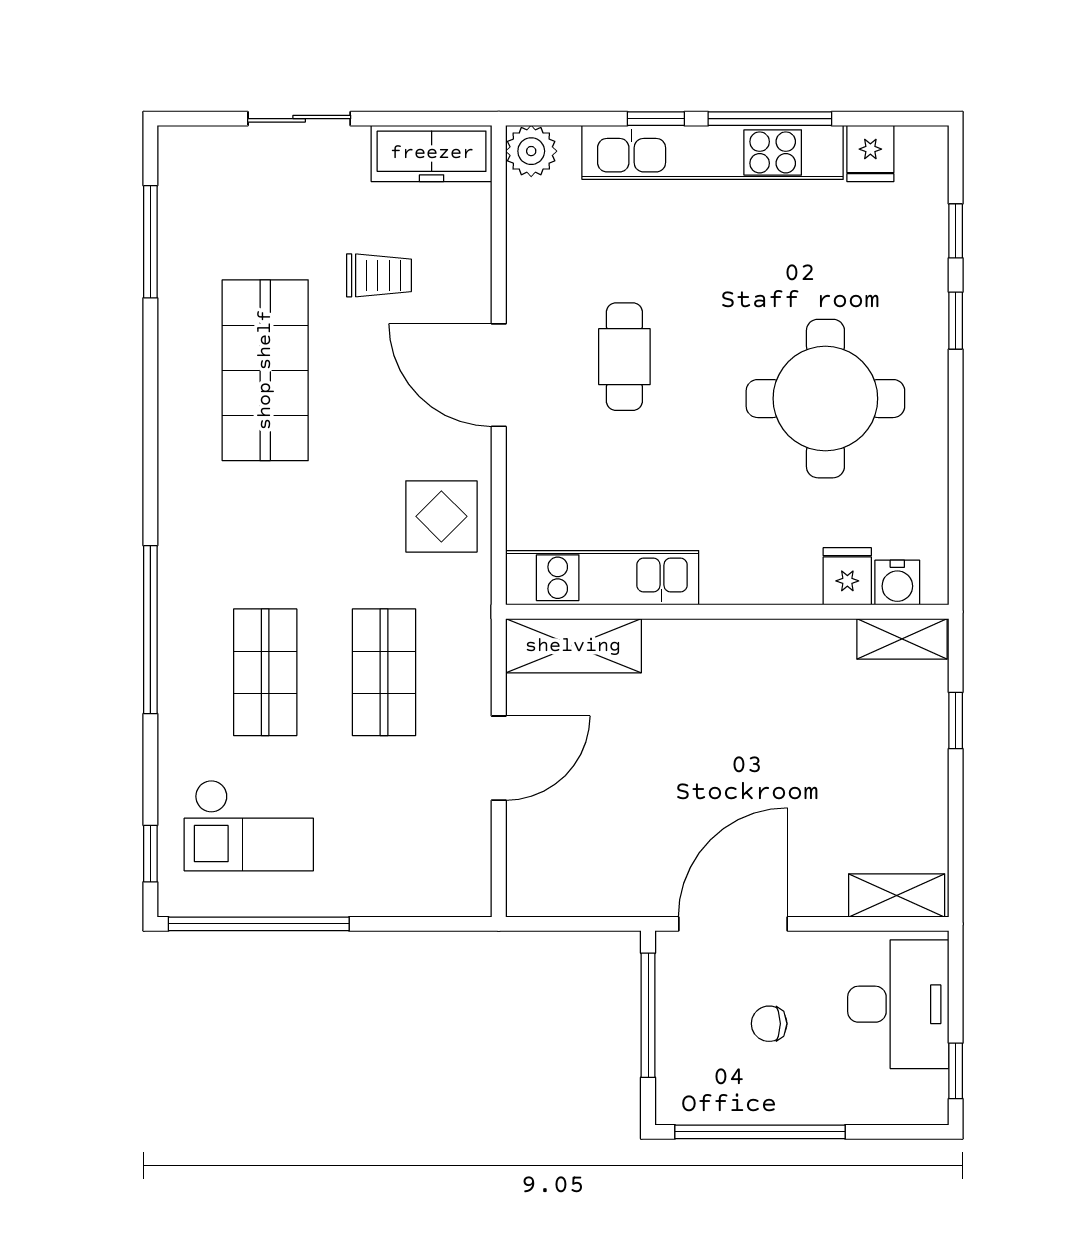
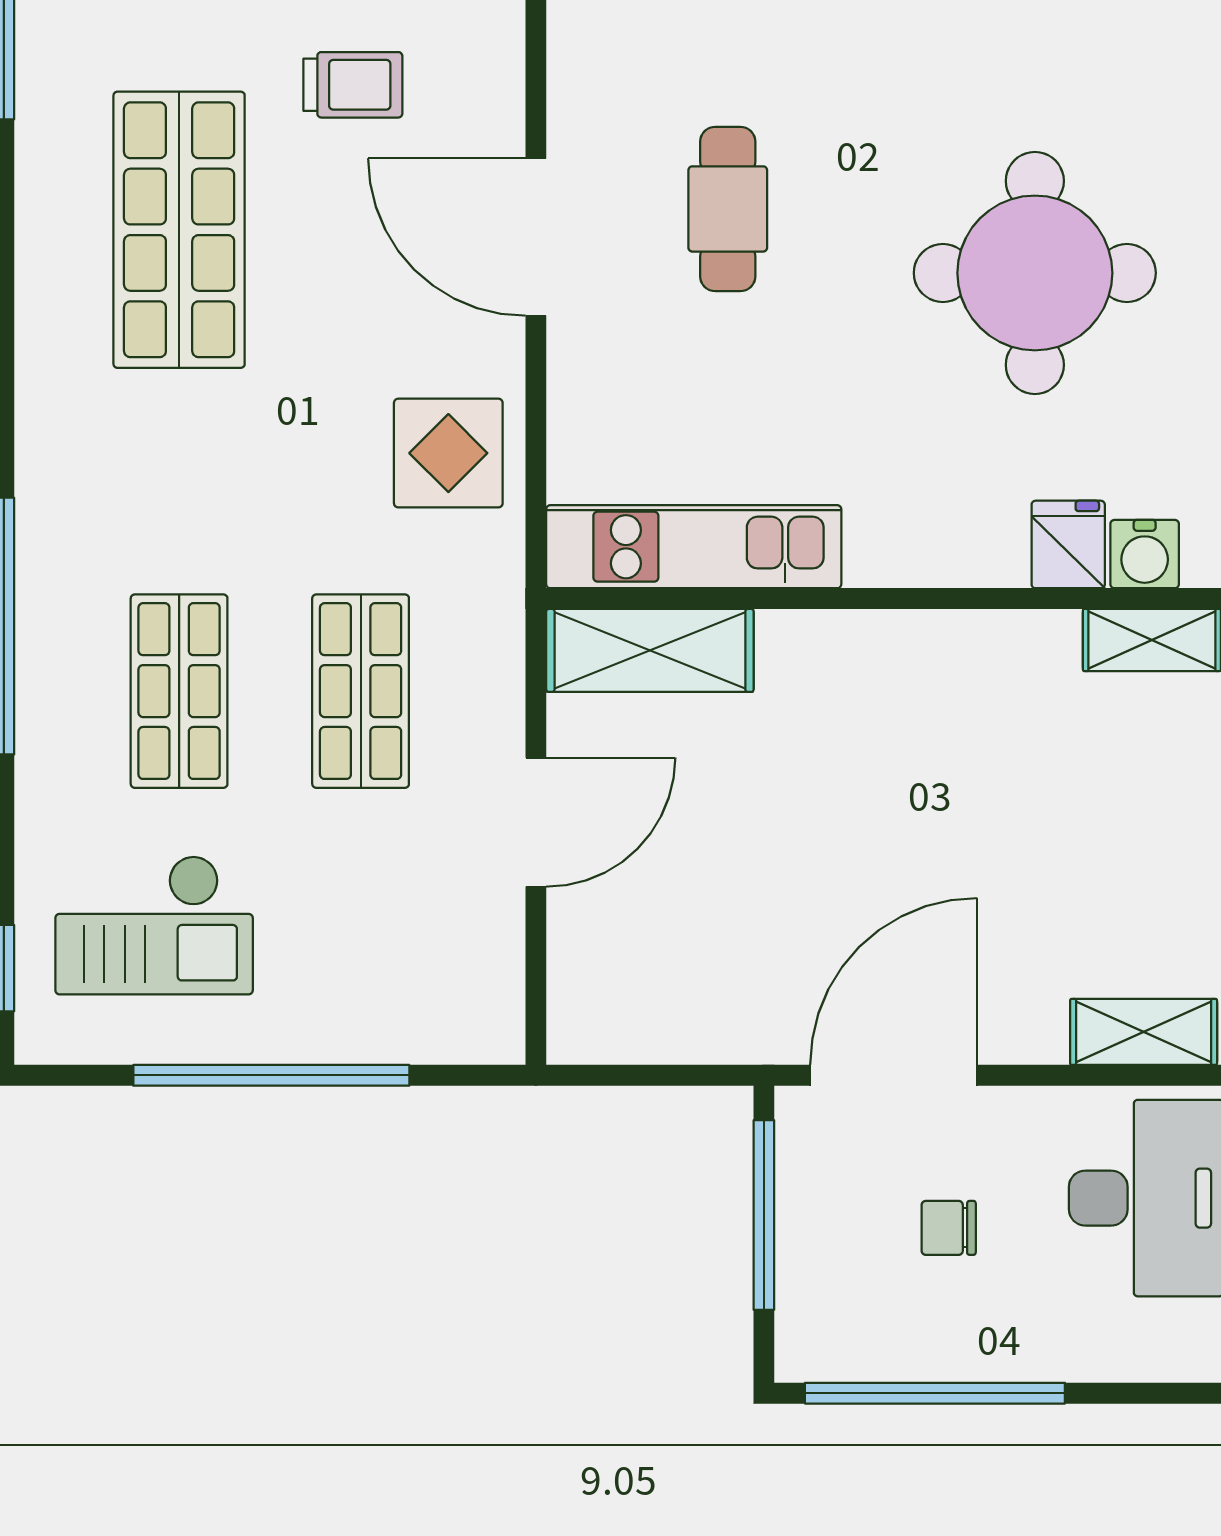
window: (259, 924) -> (271, 1075), moved

